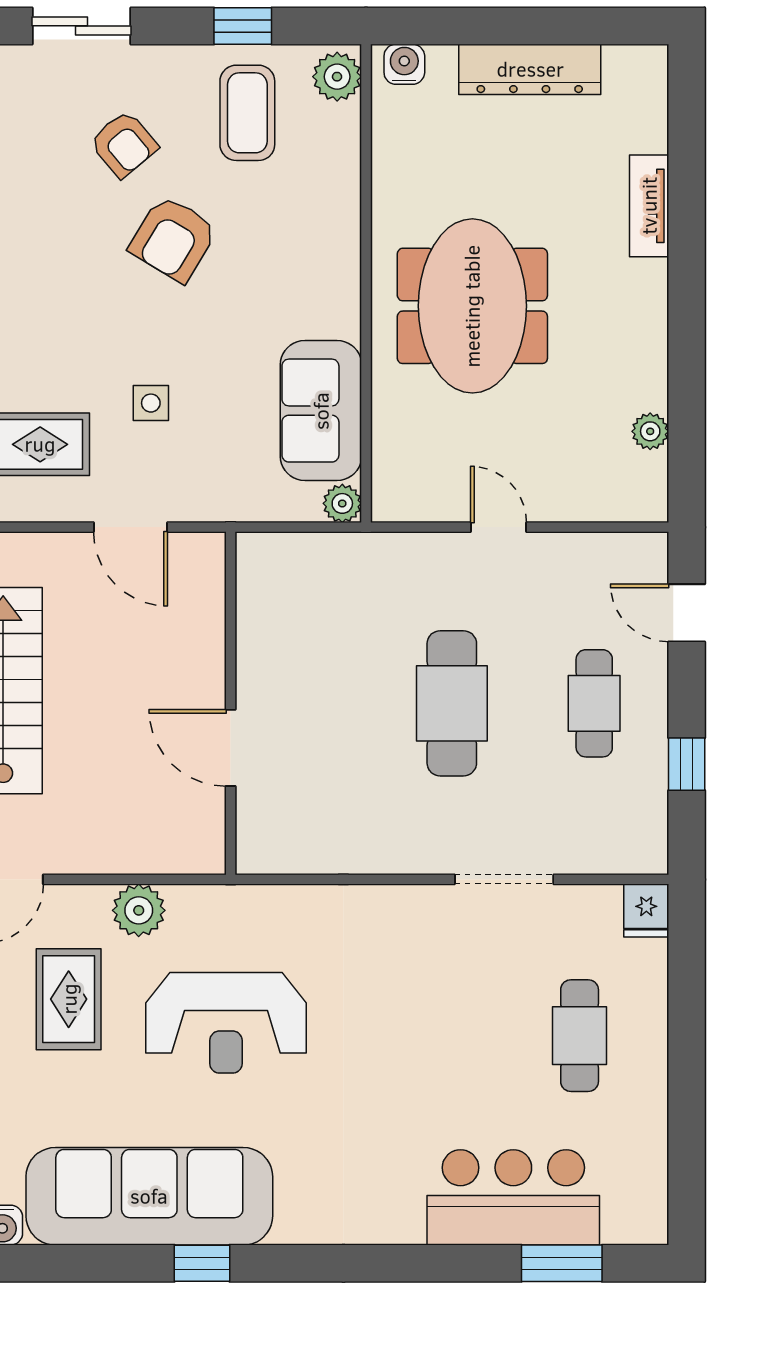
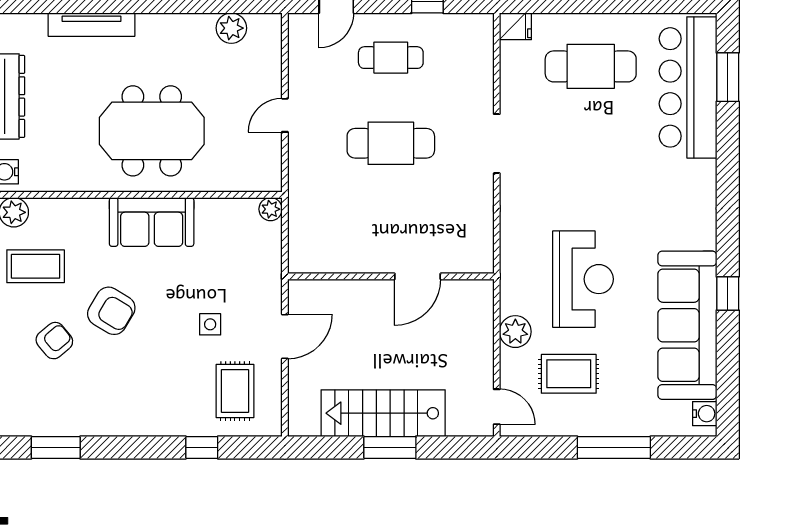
tv unit: (649, 206) -> (92, 25), width x1.41
sofa: (321, 411) -> (152, 222), moved
plant: (650, 431) -> (231, 28), width x1.38, depth x1.38
doorway: (504, 879) -> (497, 144), moved
cafe table: (580, 1036) -> (591, 66), width x1.37, depth x1.35
bar counter: (513, 1197) -> (688, 87), width x1.36

